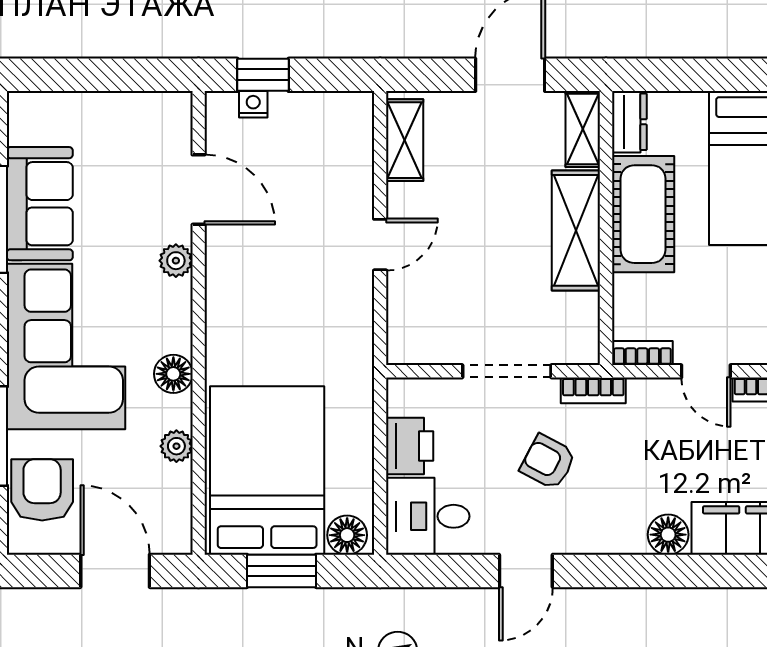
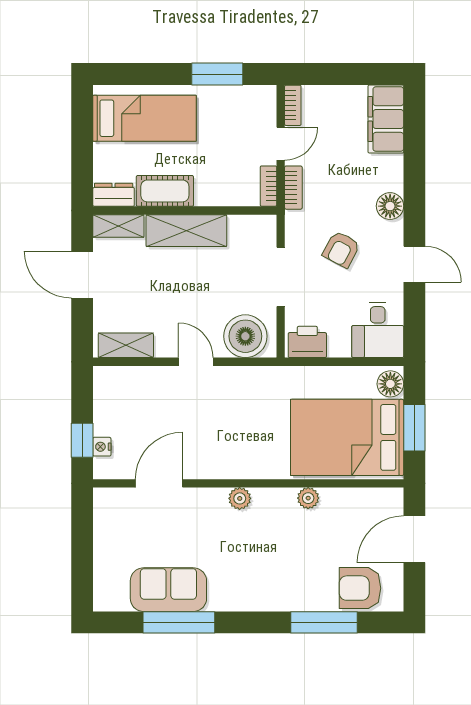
cot: (643, 214) -> (165, 191), width x0.73, depth x0.75
plant: (176, 261) -> (240, 498), moved
boiler: (418, 319) -> (245, 336), added
corner sofa: (66, 347) -> (264, 572), removed
floor lamp: (173, 374) -> (282, 500), removed
bookcase: (593, 390) -> (293, 188), moved
plant: (176, 446) -> (308, 498), moved
printer: (410, 446) -> (307, 342), moved
floor lamp: (668, 535) -> (390, 206), moved

